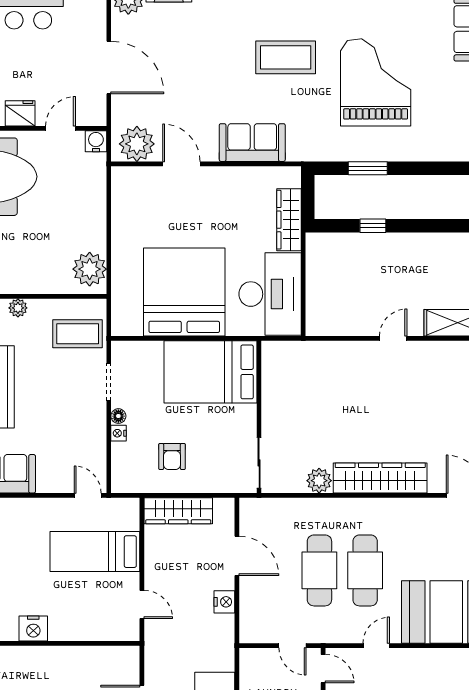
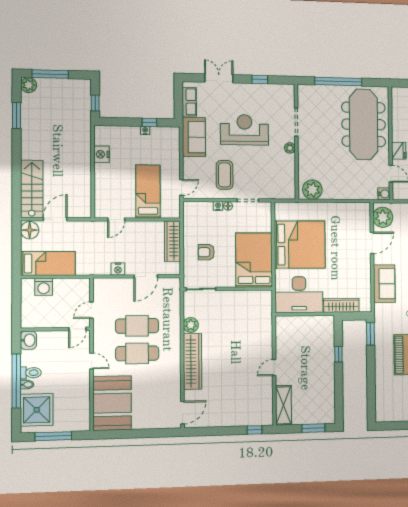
window: (368, 168) -> (371, 334), moved
coffee table: (78, 334) -> (225, 175), moved
door: (393, 338) -> (274, 368), swing flipped
armchair: (172, 456) -> (206, 252), moved

